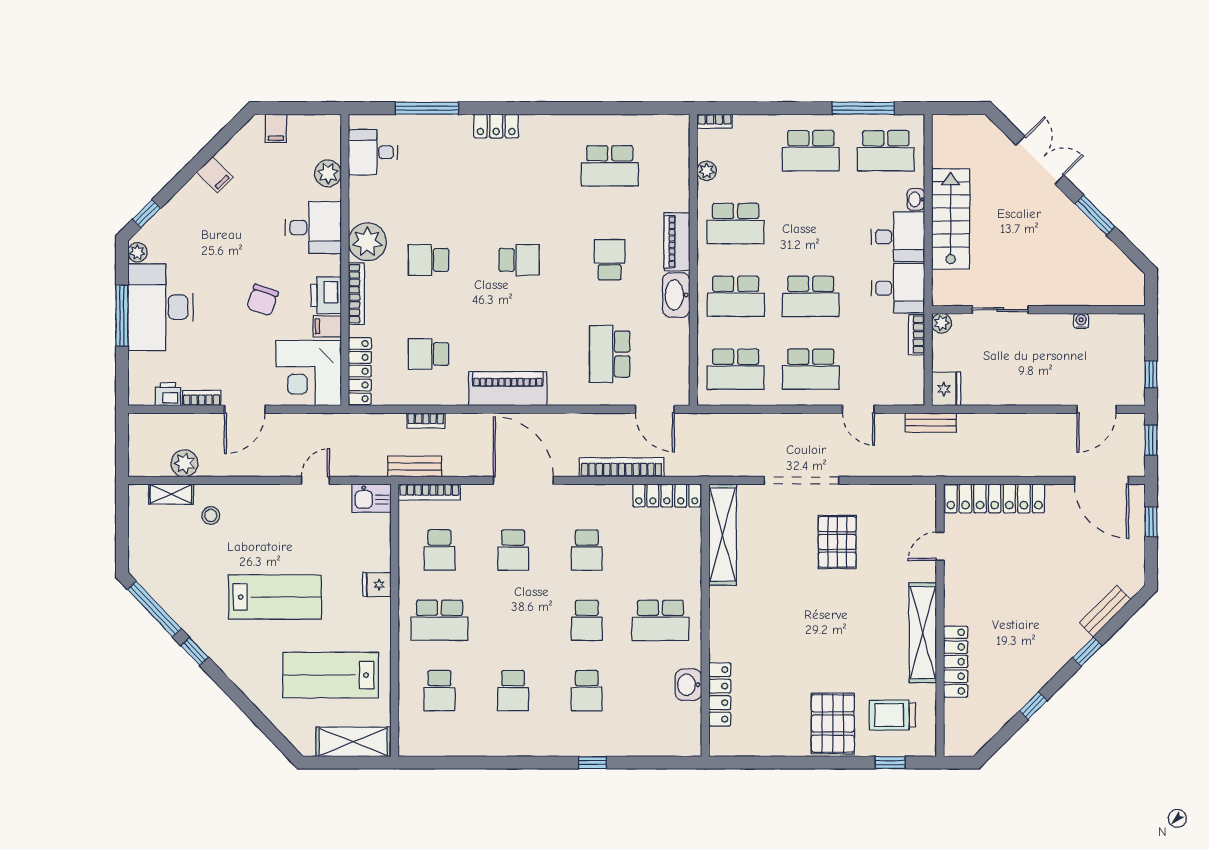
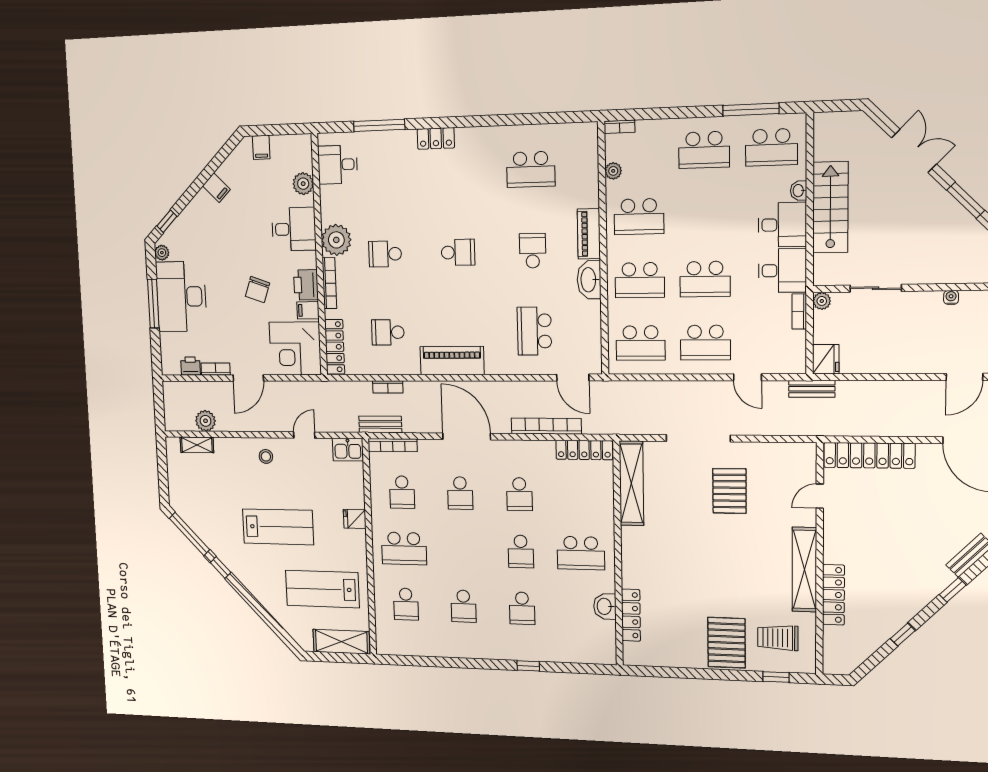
stool: (211, 515) -> (266, 456), moved

